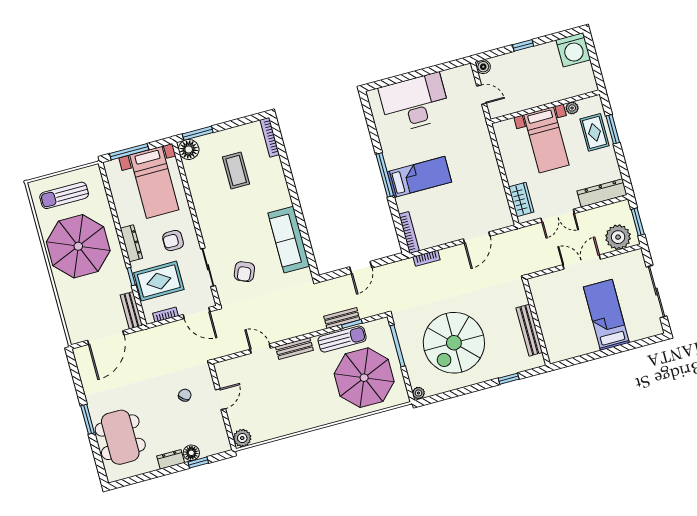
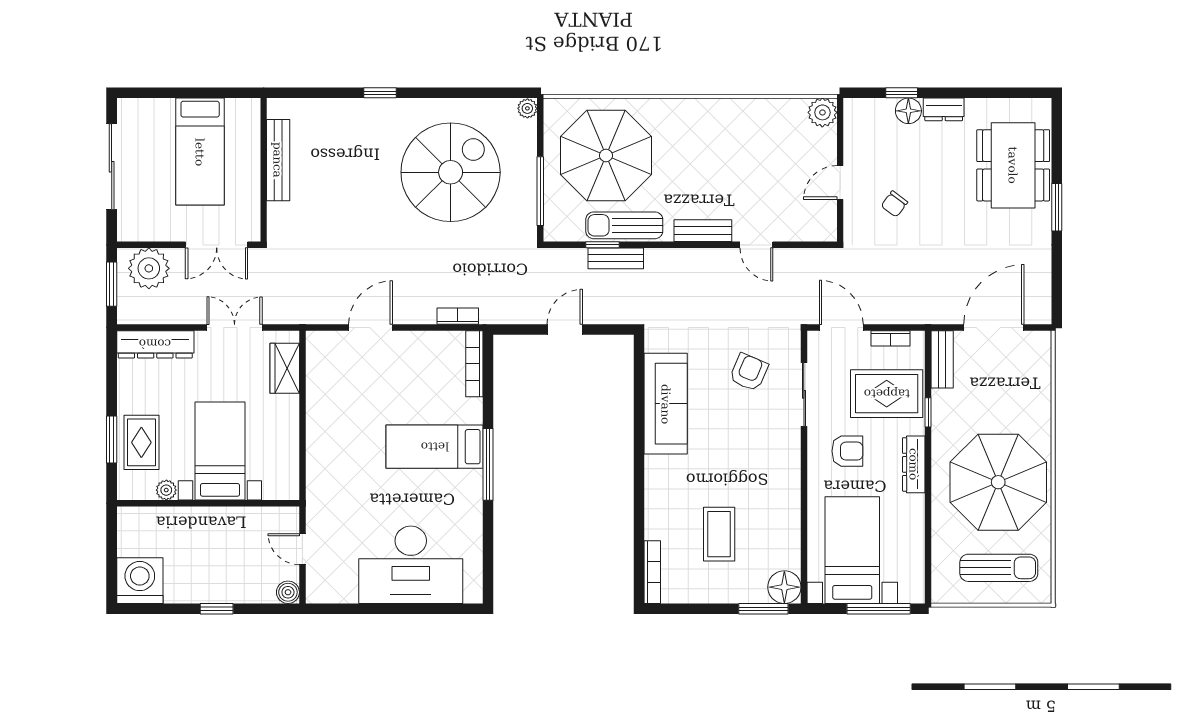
wall: (536, 322) -> (264, 170), moved
bench: (529, 330) -> (278, 160), moved

